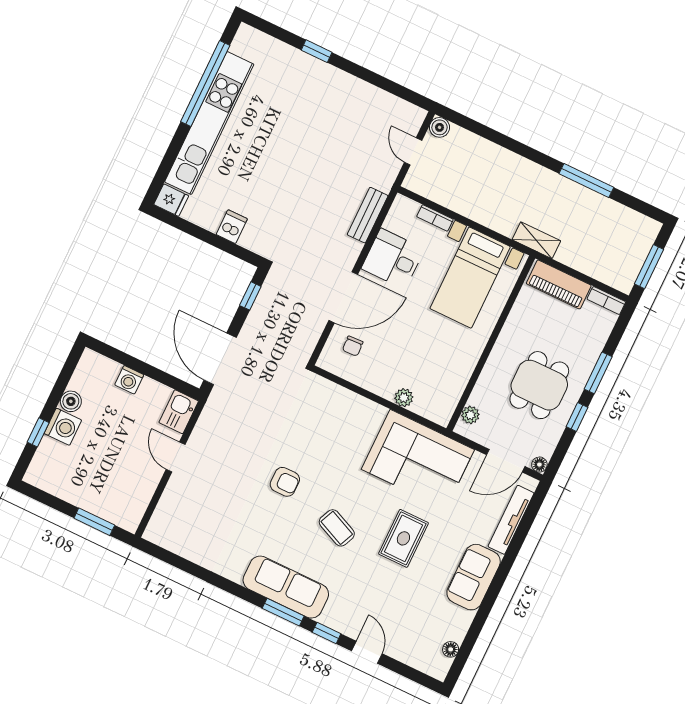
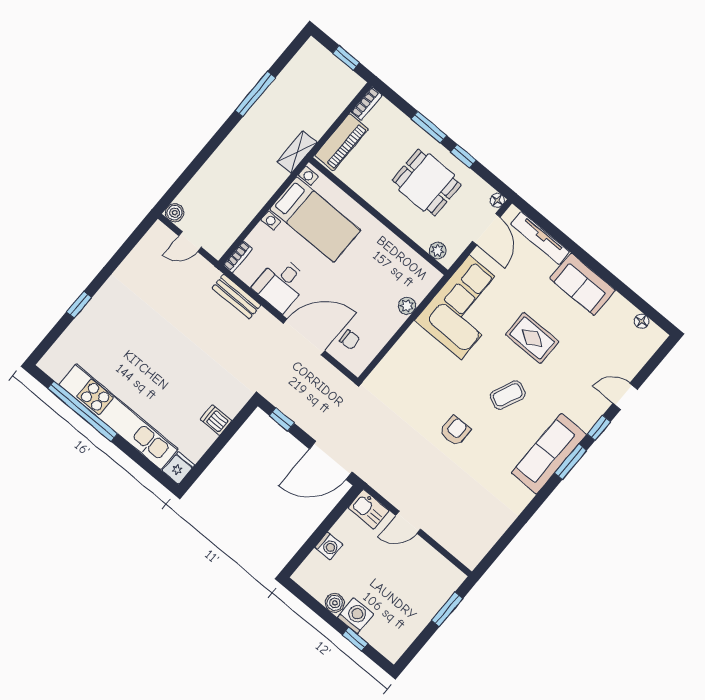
bookcase: (435, 218) -> (238, 257), moved
window: (649, 267) -> (346, 58), width x0.67
door: (343, 297) -> (304, 337), hinge flipped

